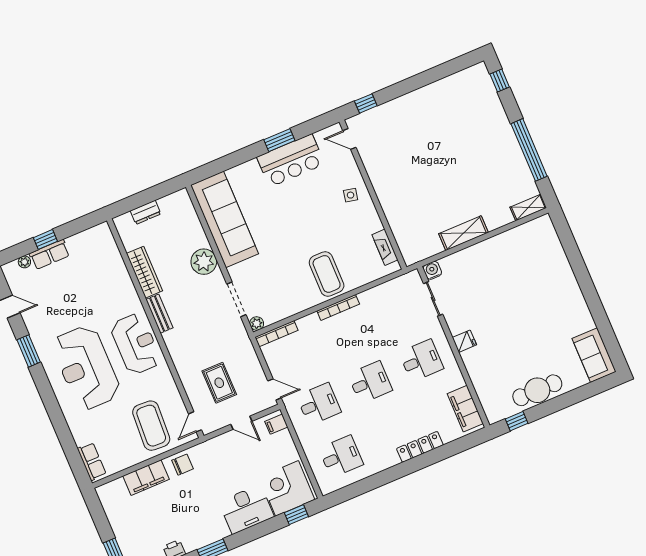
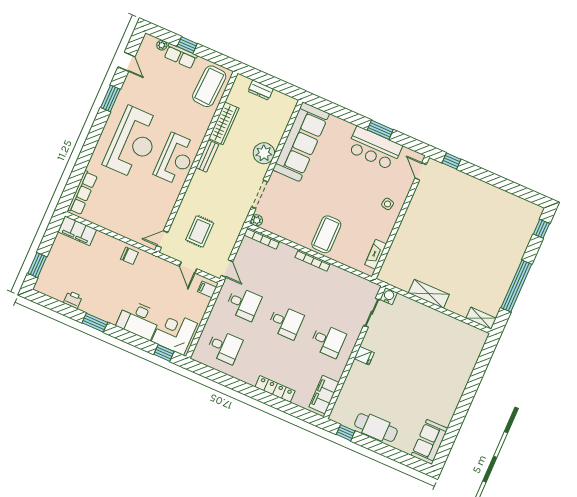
reception desk: (86, 368) -> (133, 142), turned 180
coffee table: (151, 426) -> (209, 86), moved
row of seats: (92, 461) -> (82, 193), width x1.48
filing cabinet: (146, 478) -> (77, 231), moved

